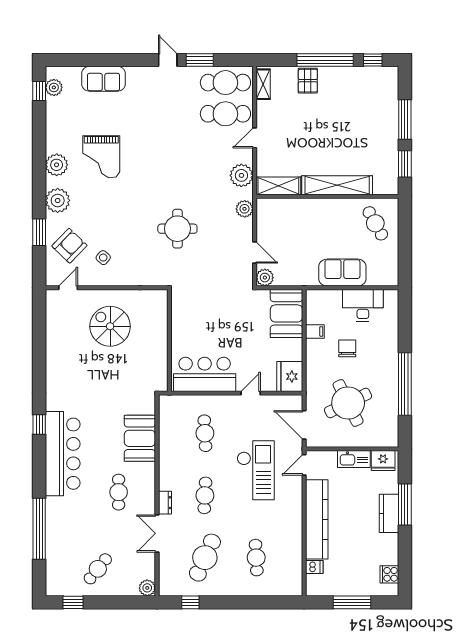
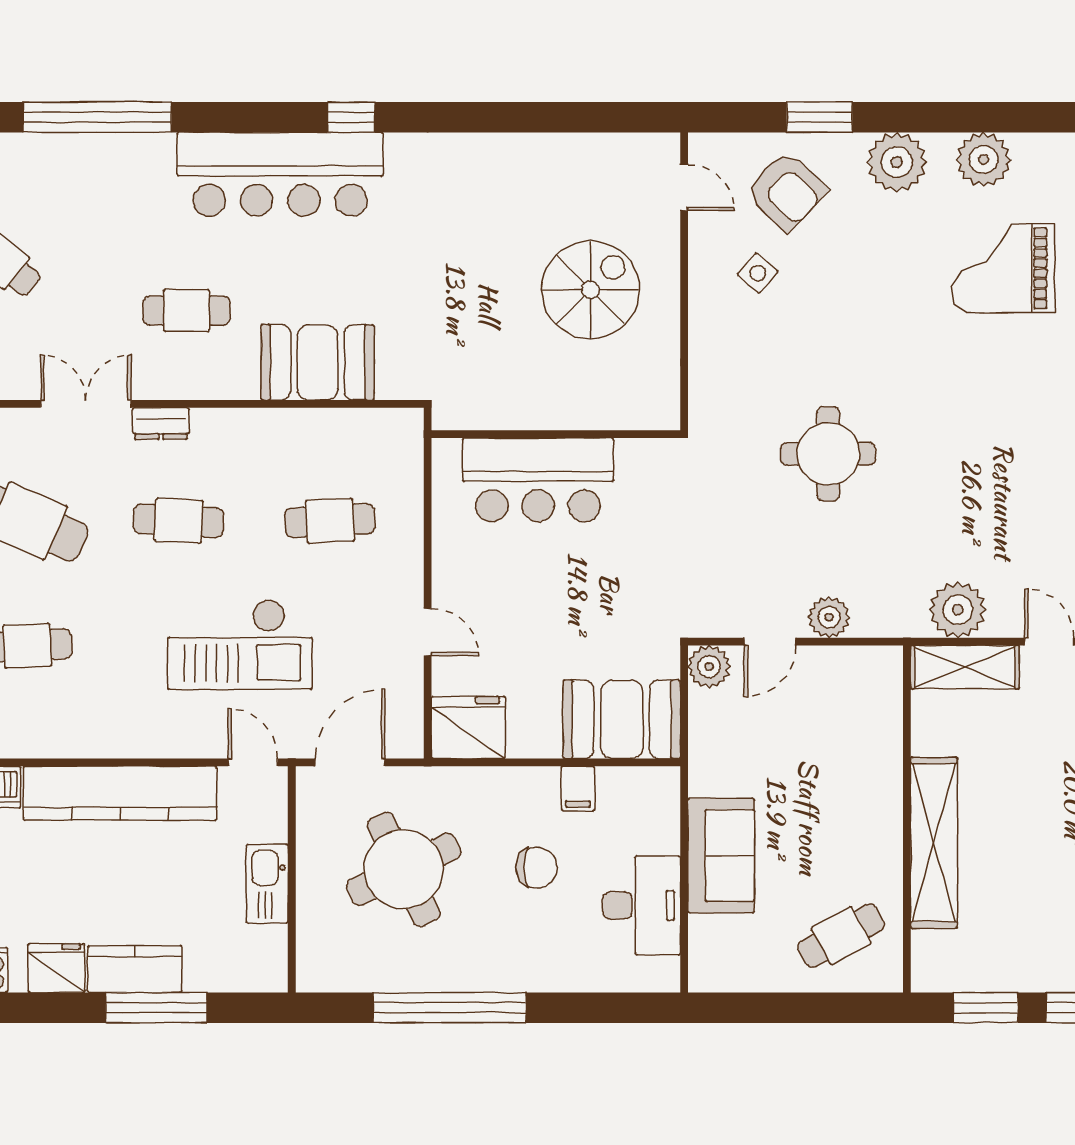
shelving: (278, 186) -> (965, 667), moved, turned 90
plant: (245, 209) -> (829, 617), moved
bar counter: (205, 374) -> (538, 480), moved, turned 90
fridge: (383, 461) -> (56, 968), moved, turned 90

